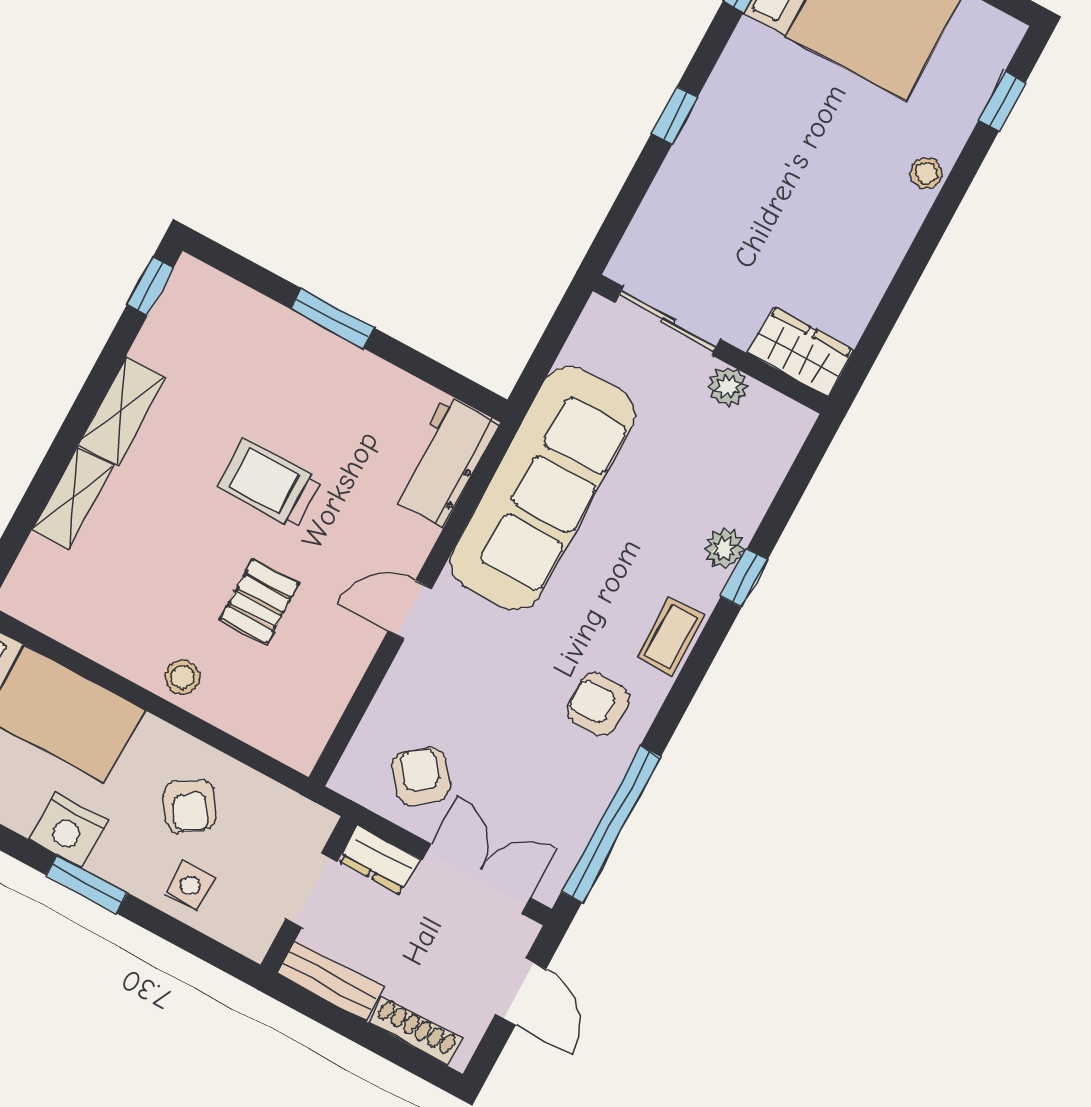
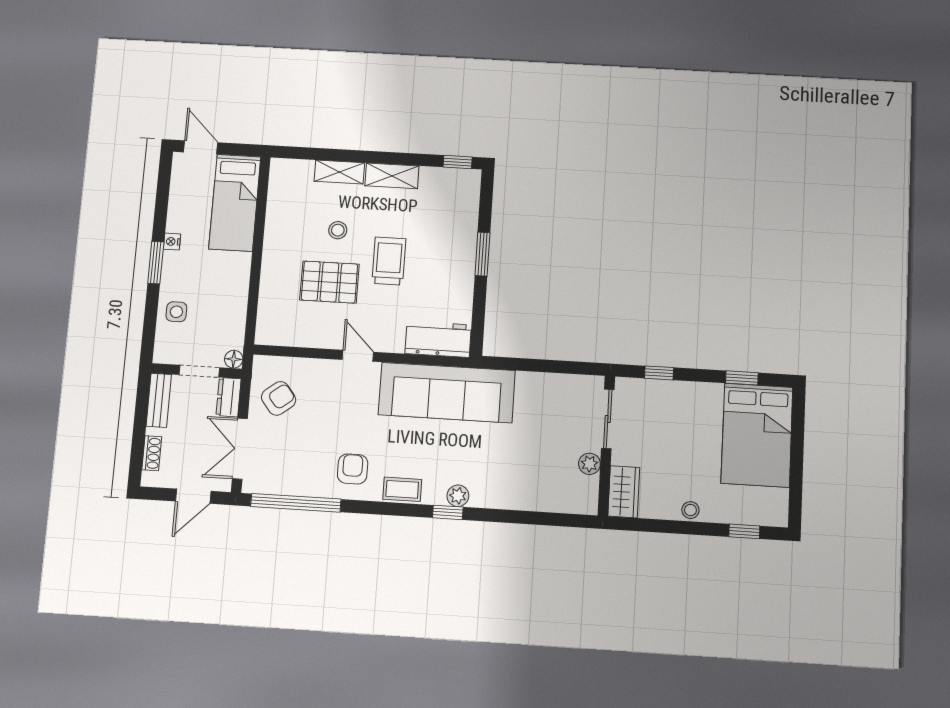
sliding door: (667, 321) -> (608, 419), moved
wall: (711, 344) -> (606, 446), moved
wardrobe: (801, 352) -> (624, 492), moved
plant: (728, 387) -> (589, 464), moved
pallet: (260, 601) -> (329, 282), width x1.50, depth x1.42
stool: (182, 677) -> (338, 230), moved
armchair: (190, 806) -> (215, 294), removed
floor lamp: (318, 823) -> (234, 359), added
nightstand: (68, 830) -> (172, 242), width x0.53, depth x0.56
double door: (476, 879) -> (240, 449), swing flipped
shoe rack: (415, 1031) -> (152, 453), width x0.70

